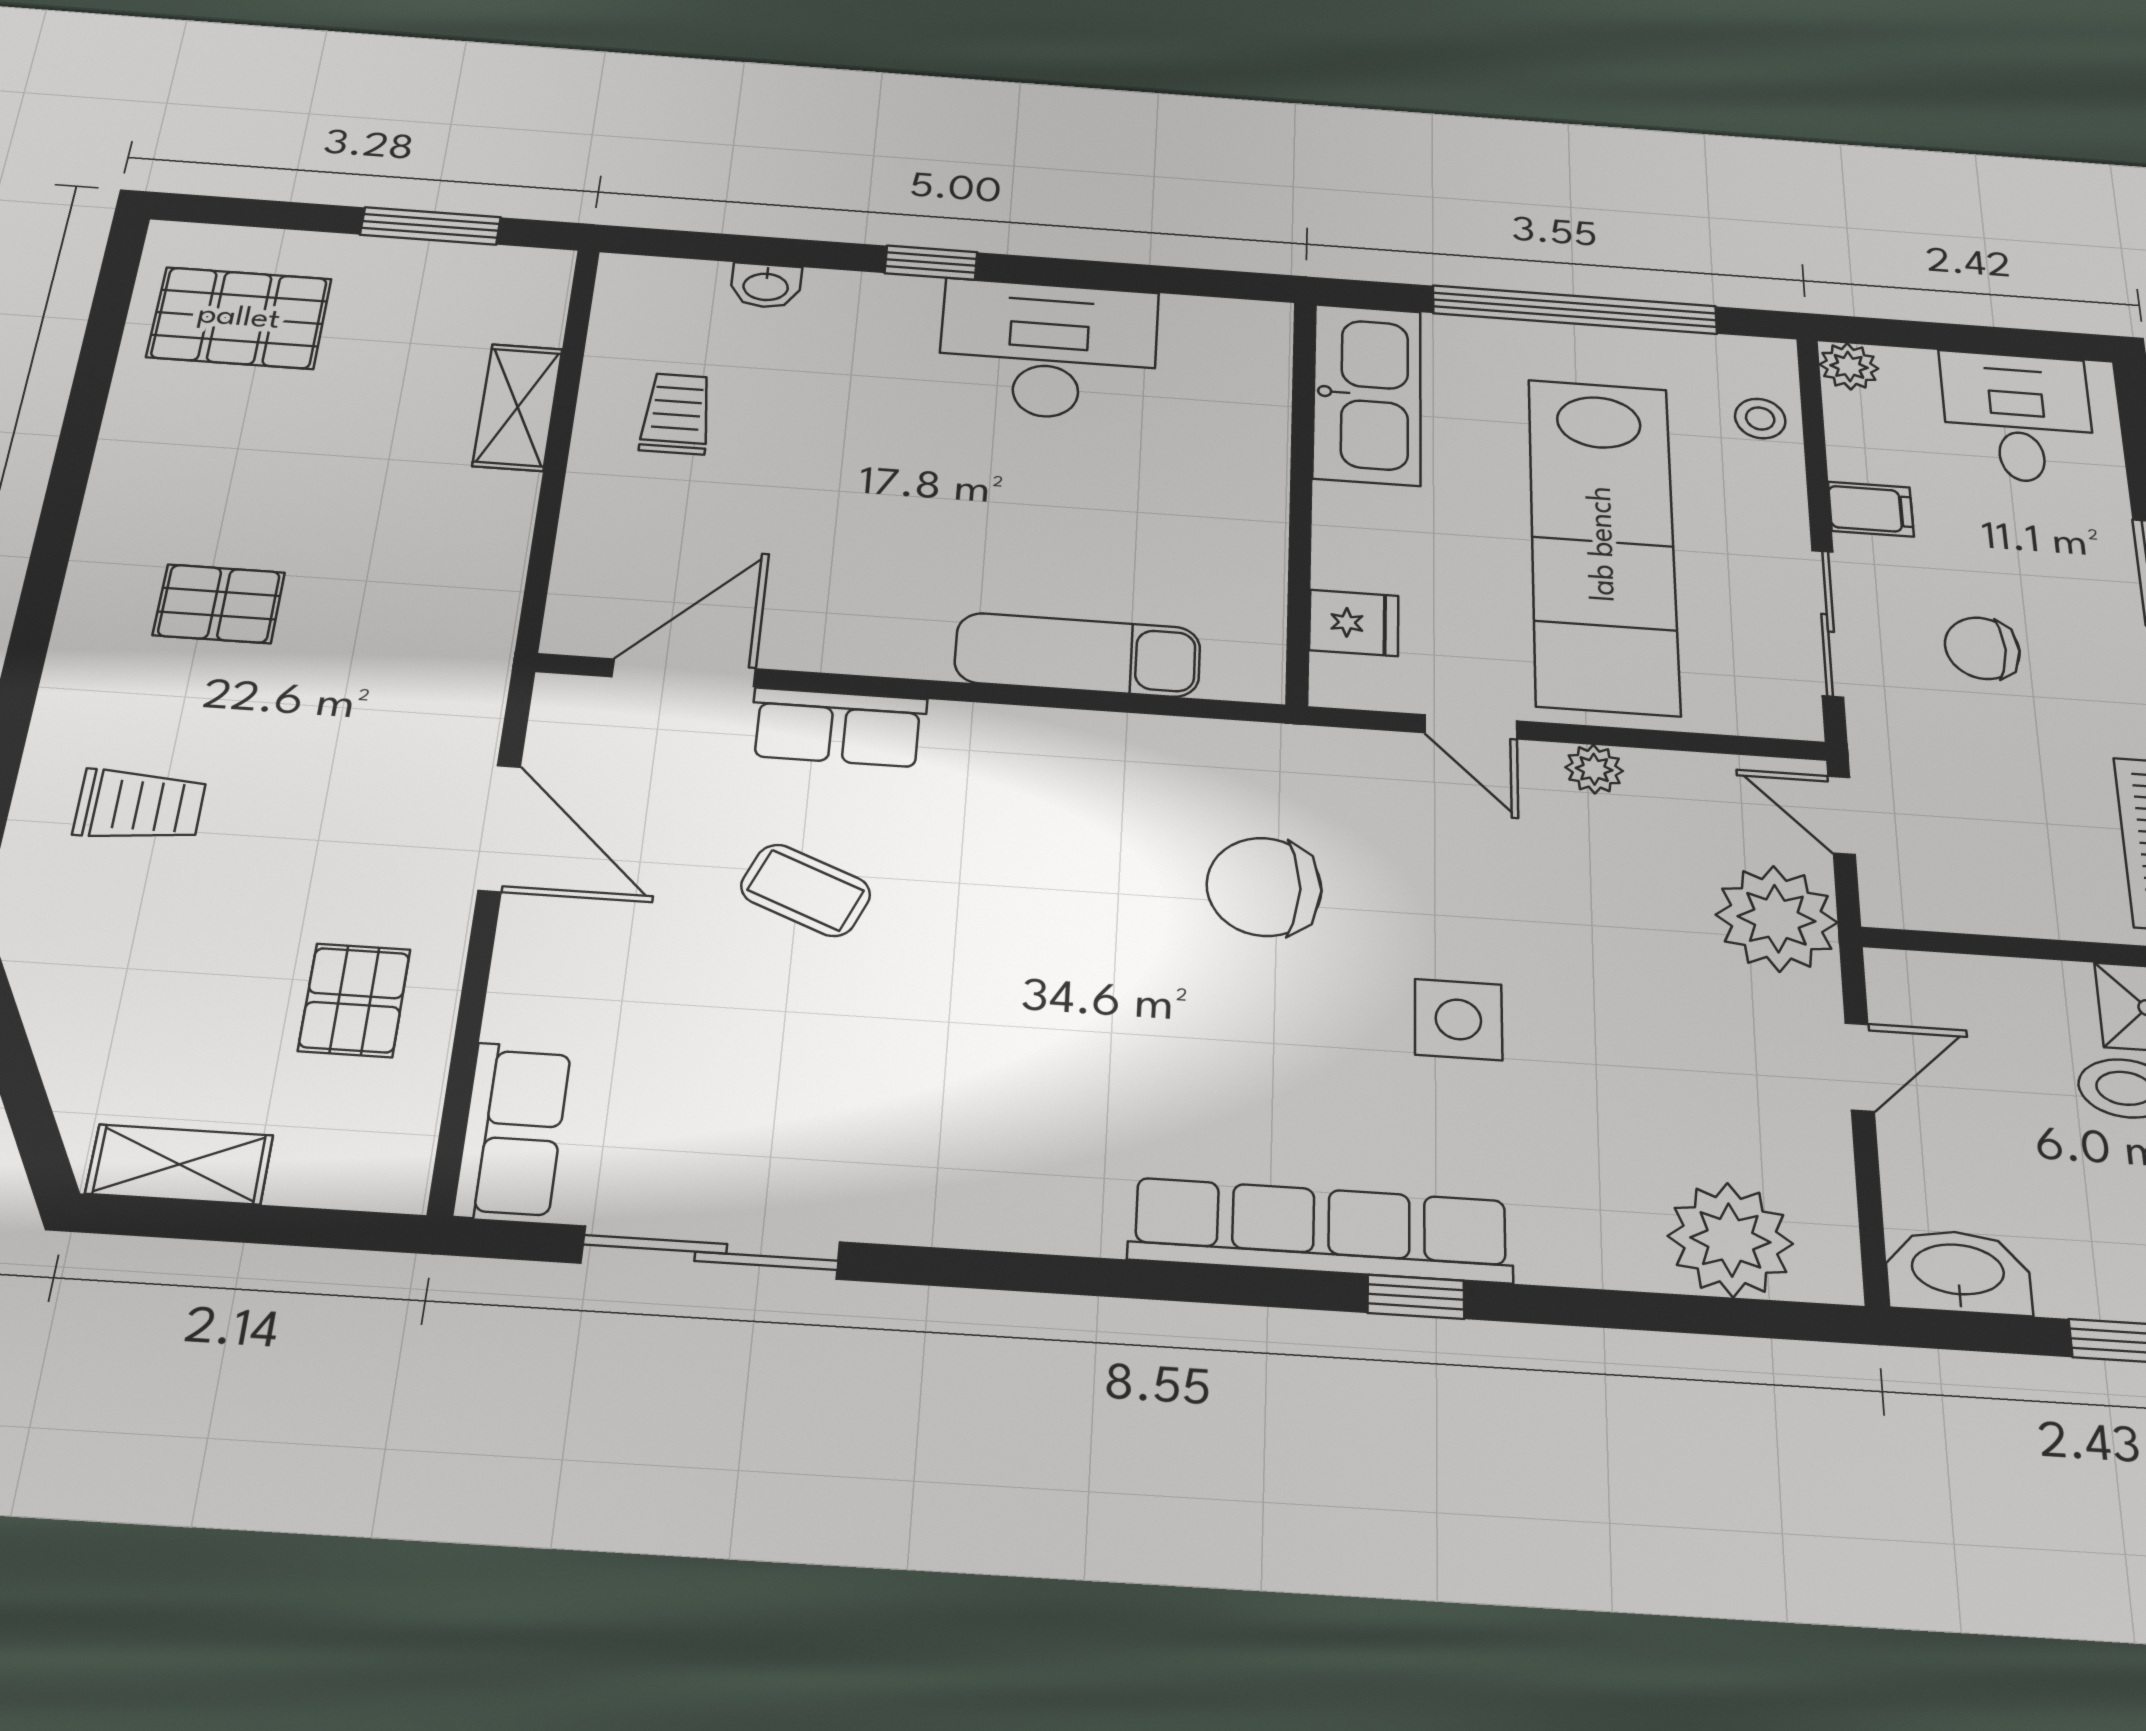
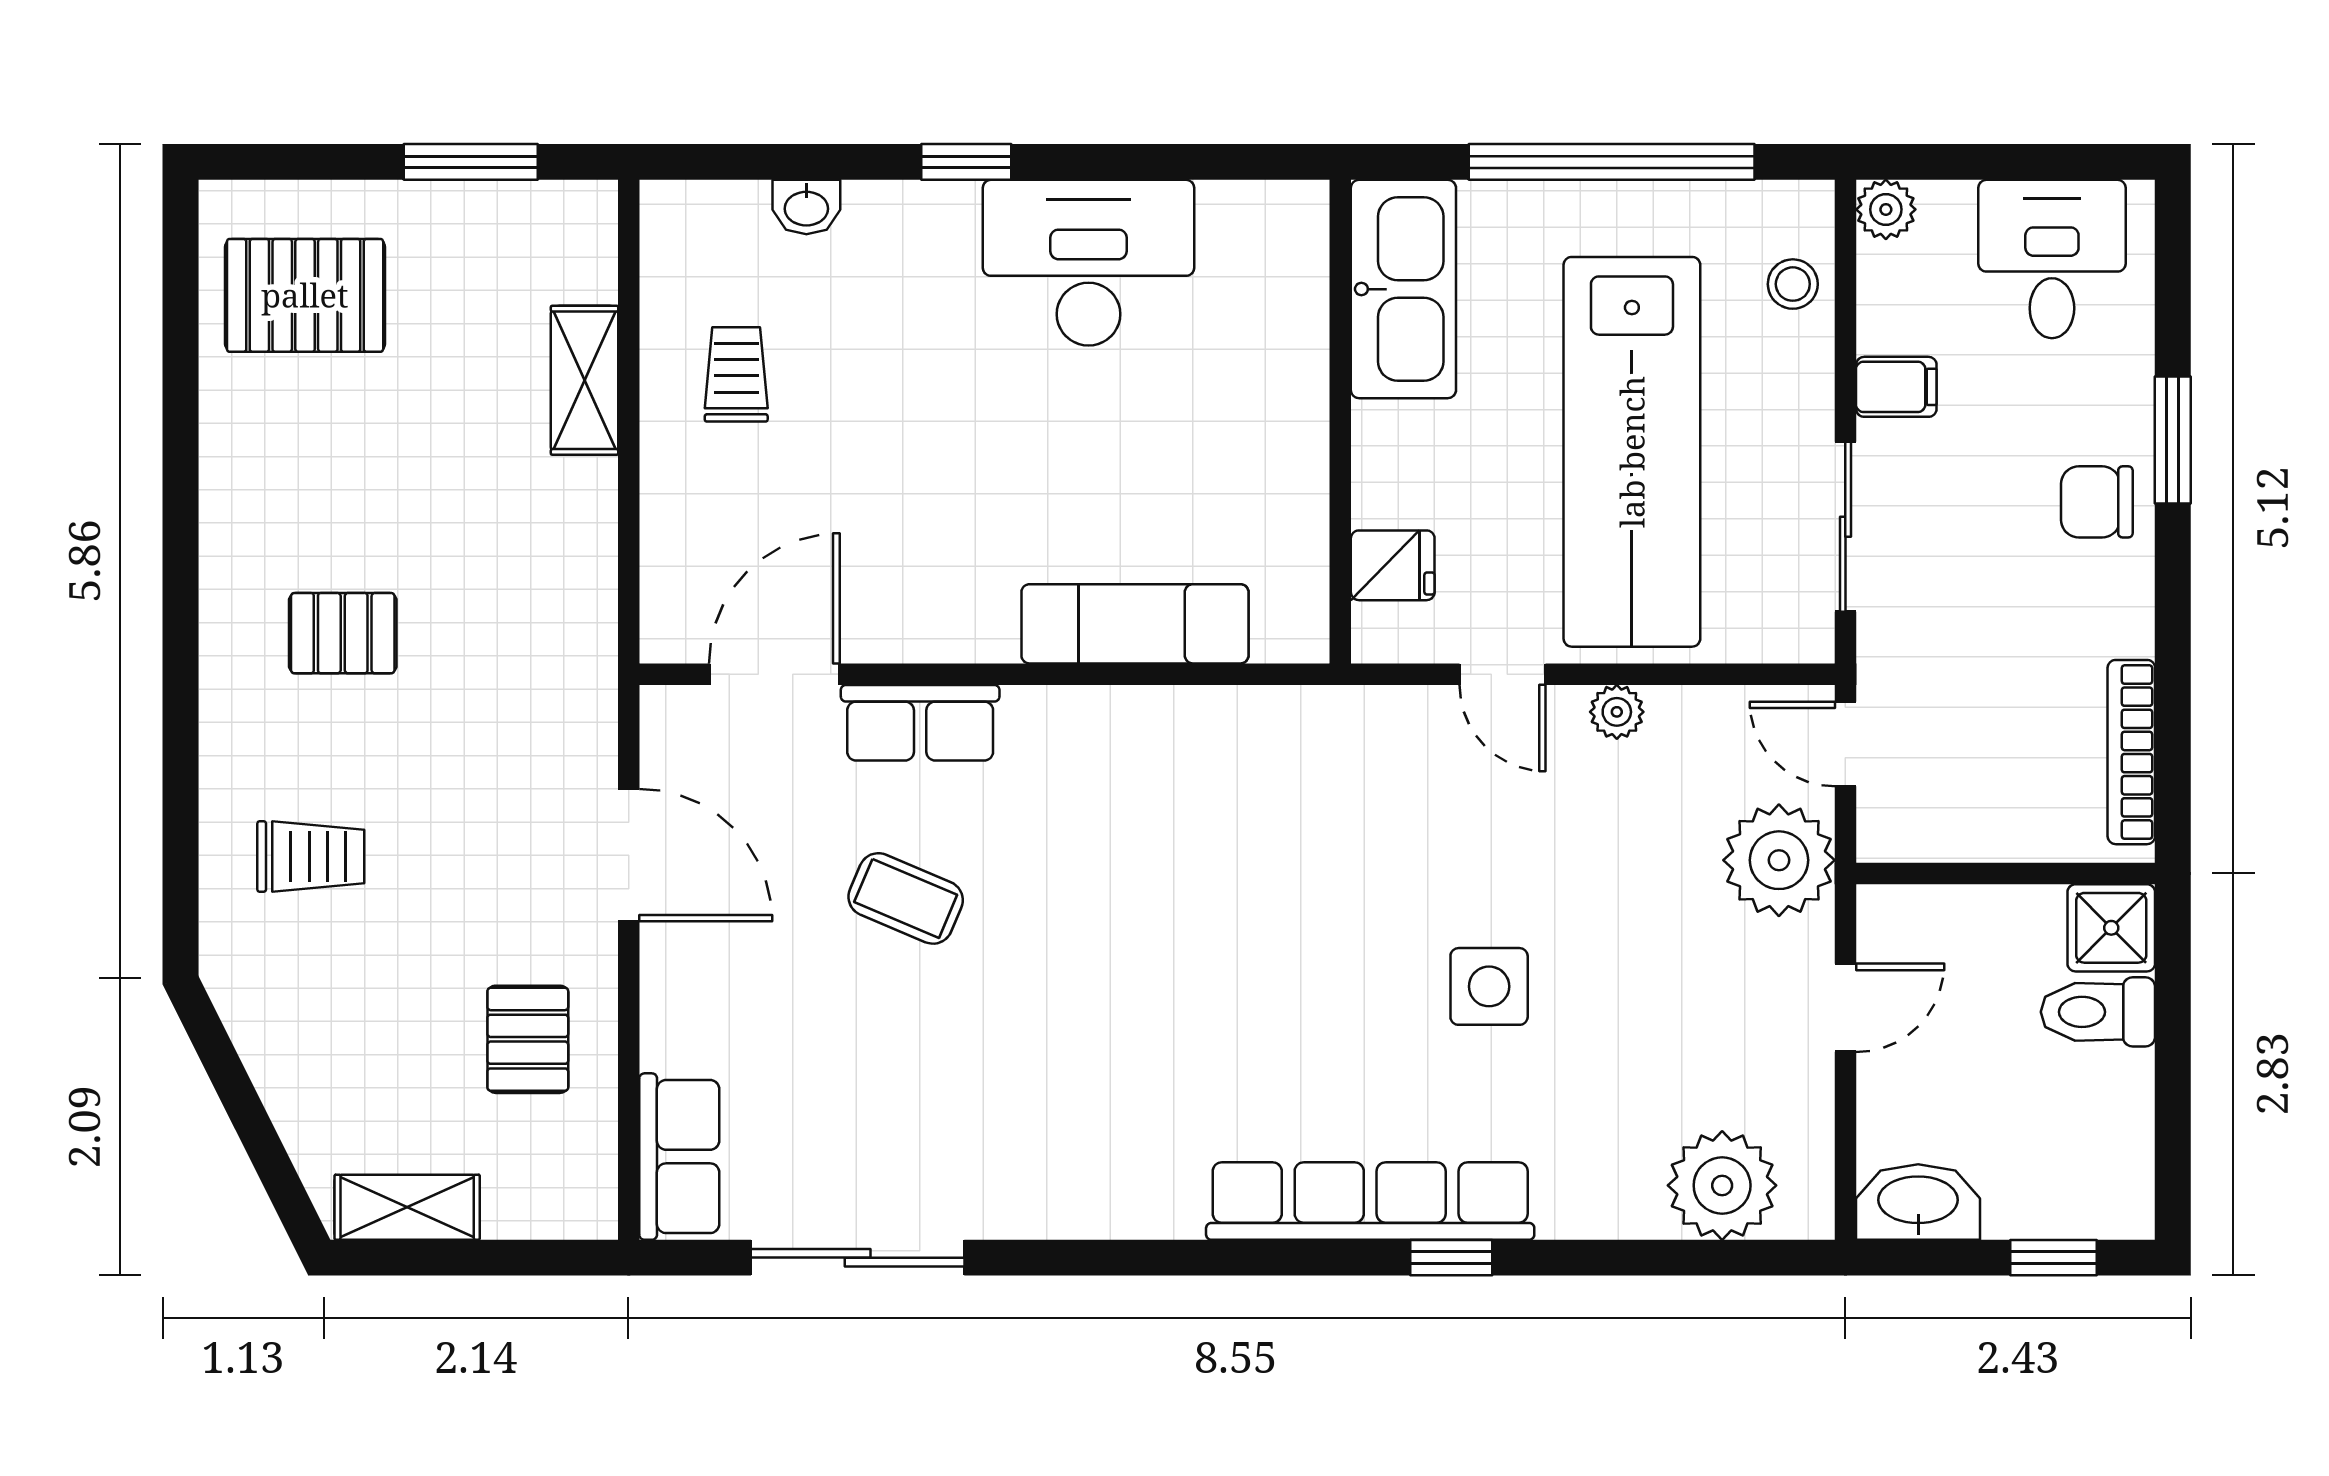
chair: (1982, 648) -> (2097, 502), moved
chair: (1264, 887) -> (1314, 863), removed

